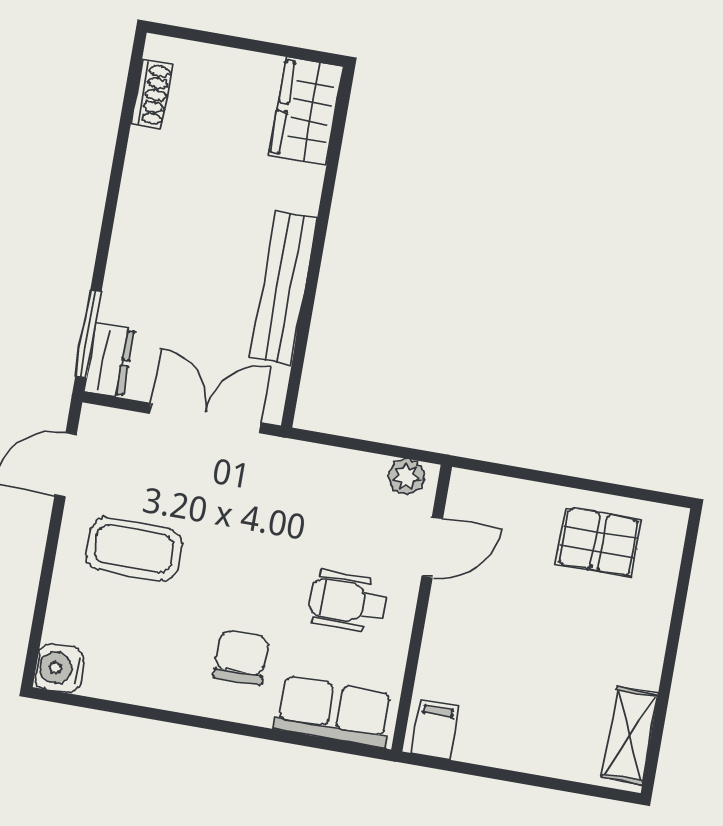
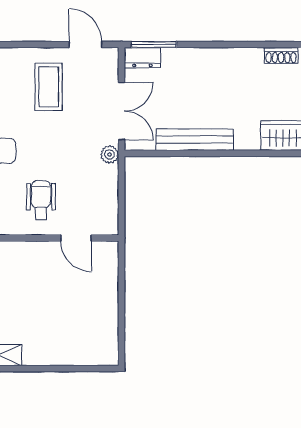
plant: (406, 477) -> (110, 154), moved
pallet: (599, 542) -> (93, 322), removed

